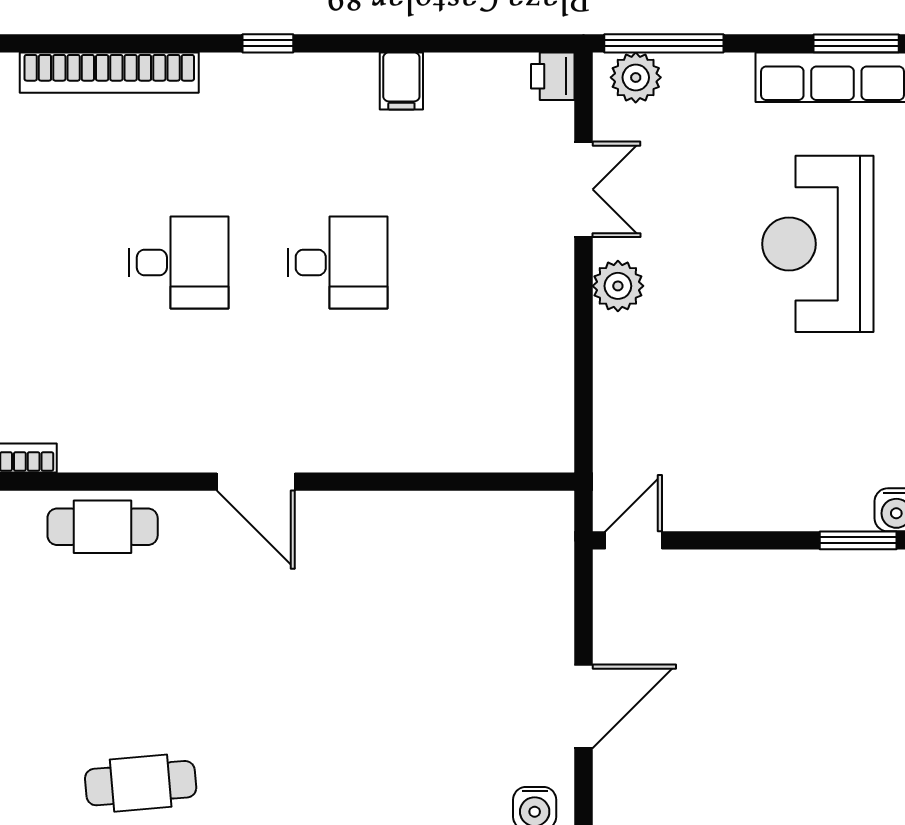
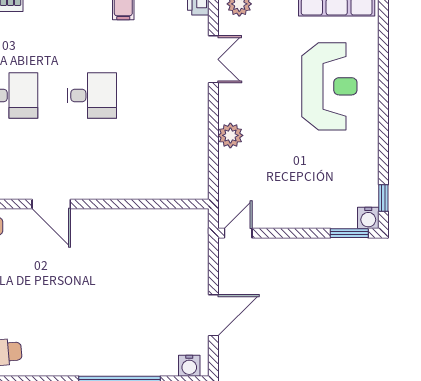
reception desk: (818, 244) -> (329, 86), turned 180
plant: (618, 286) -> (230, 135), moved

